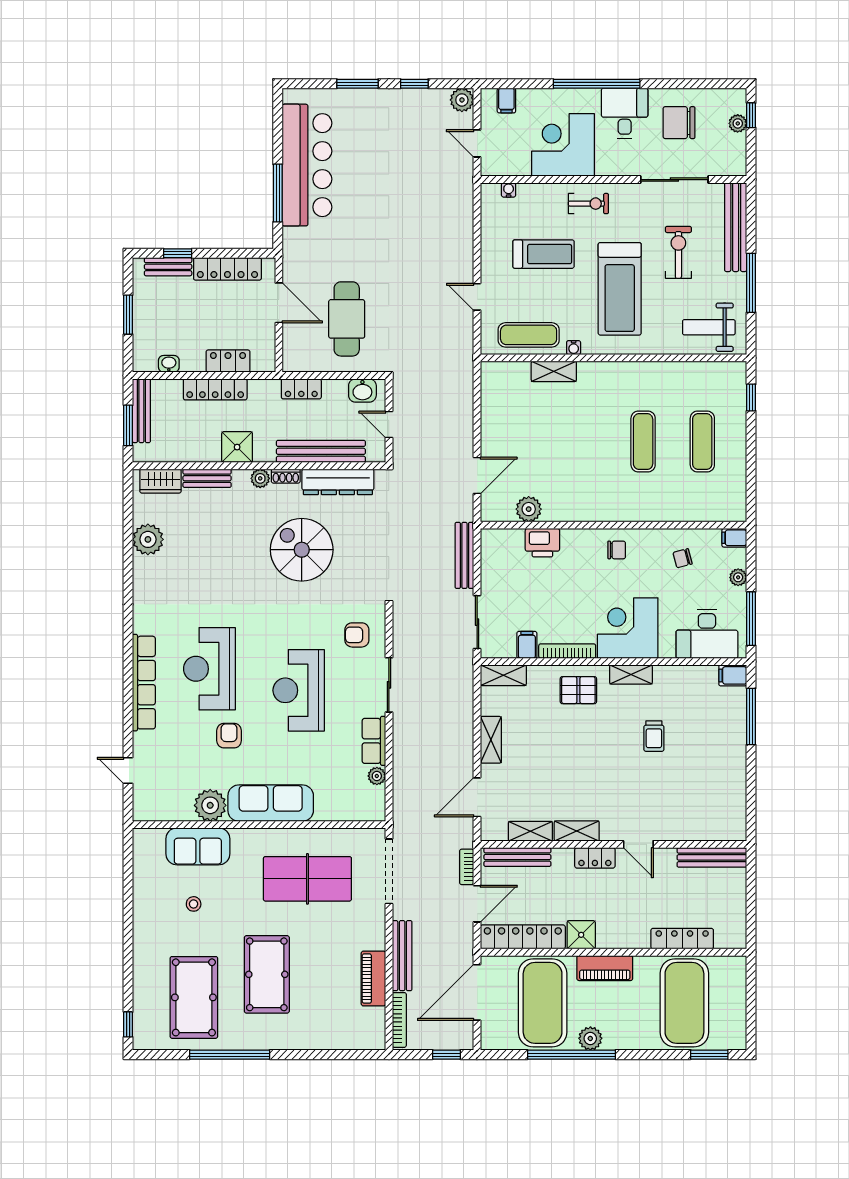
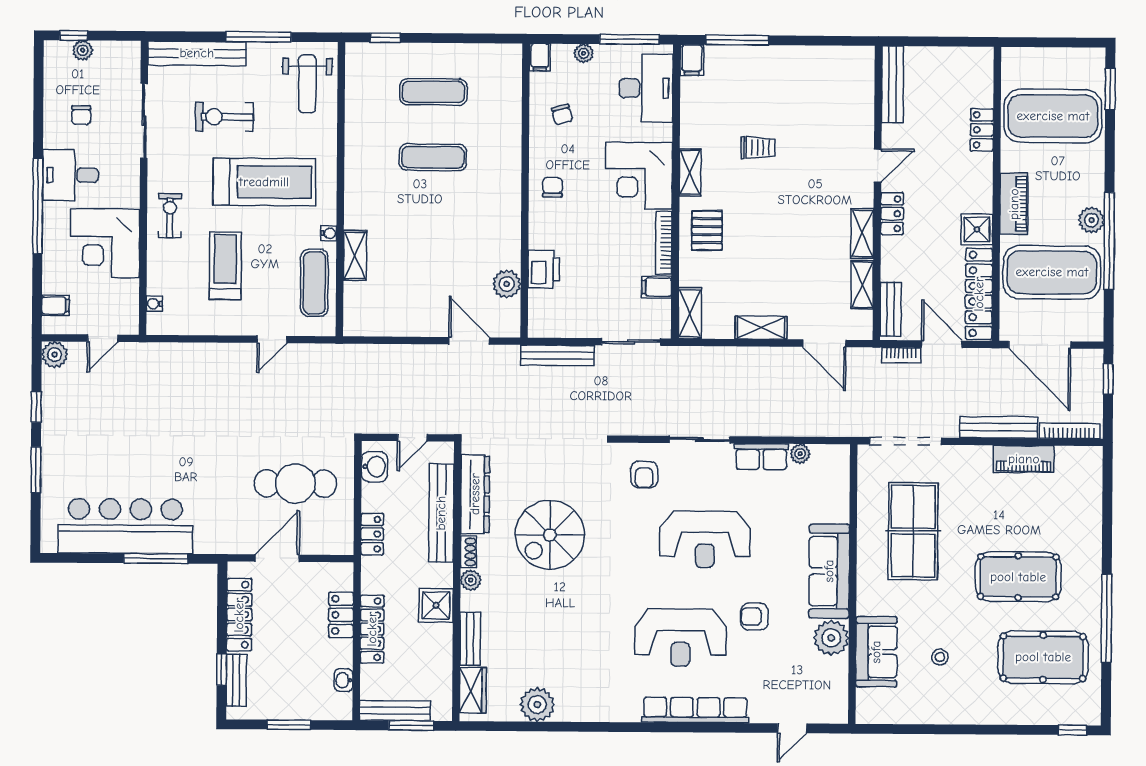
chair: (679, 123) -> (81, 115), width x0.54, depth x0.54
bench: (517, 857) -> (891, 309), width x0.73
locker: (682, 939) -> (982, 130), width x0.66

